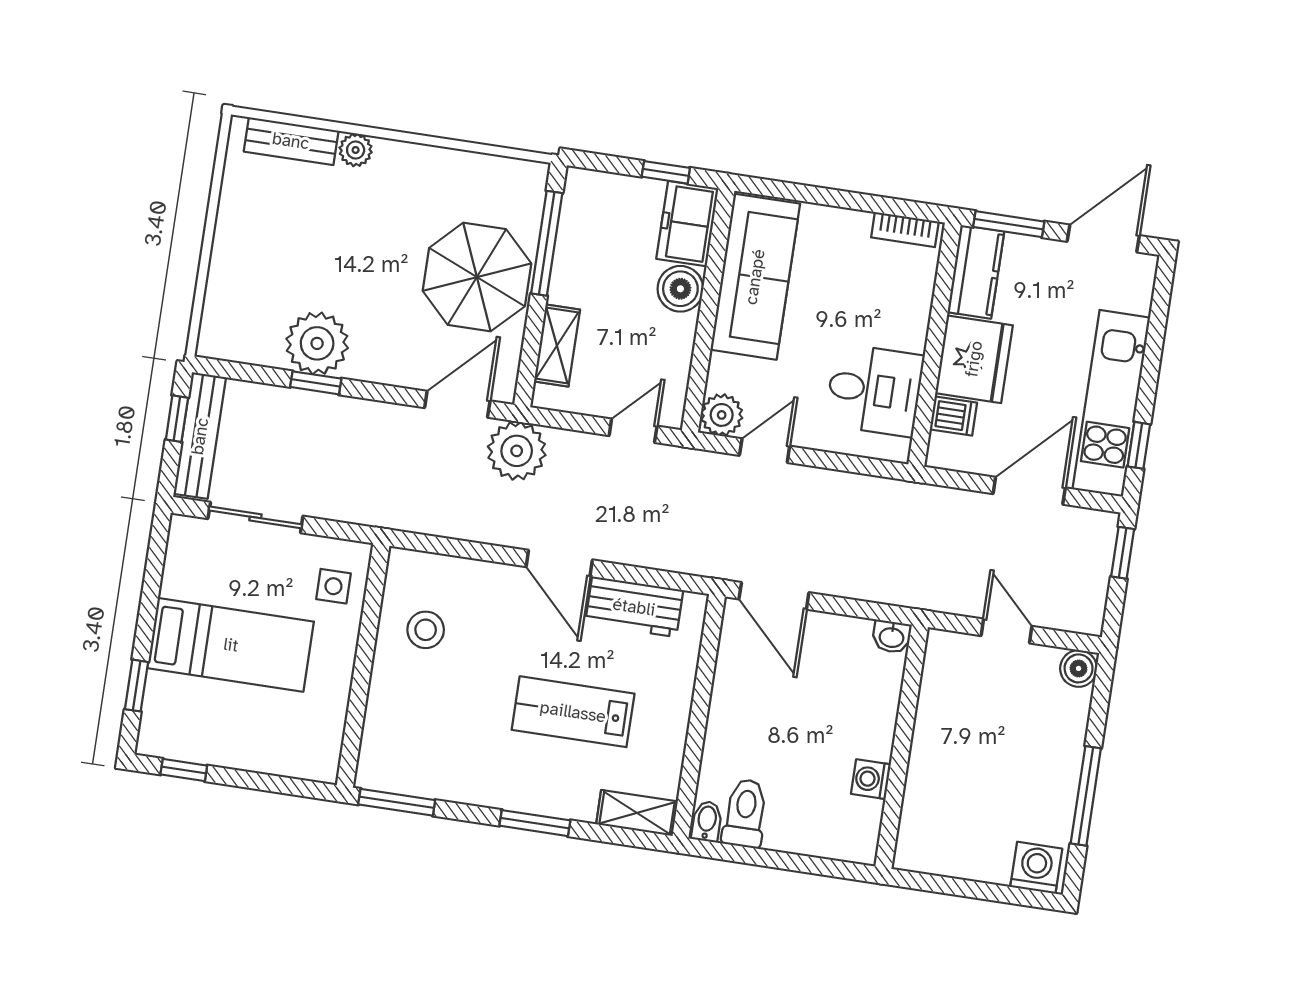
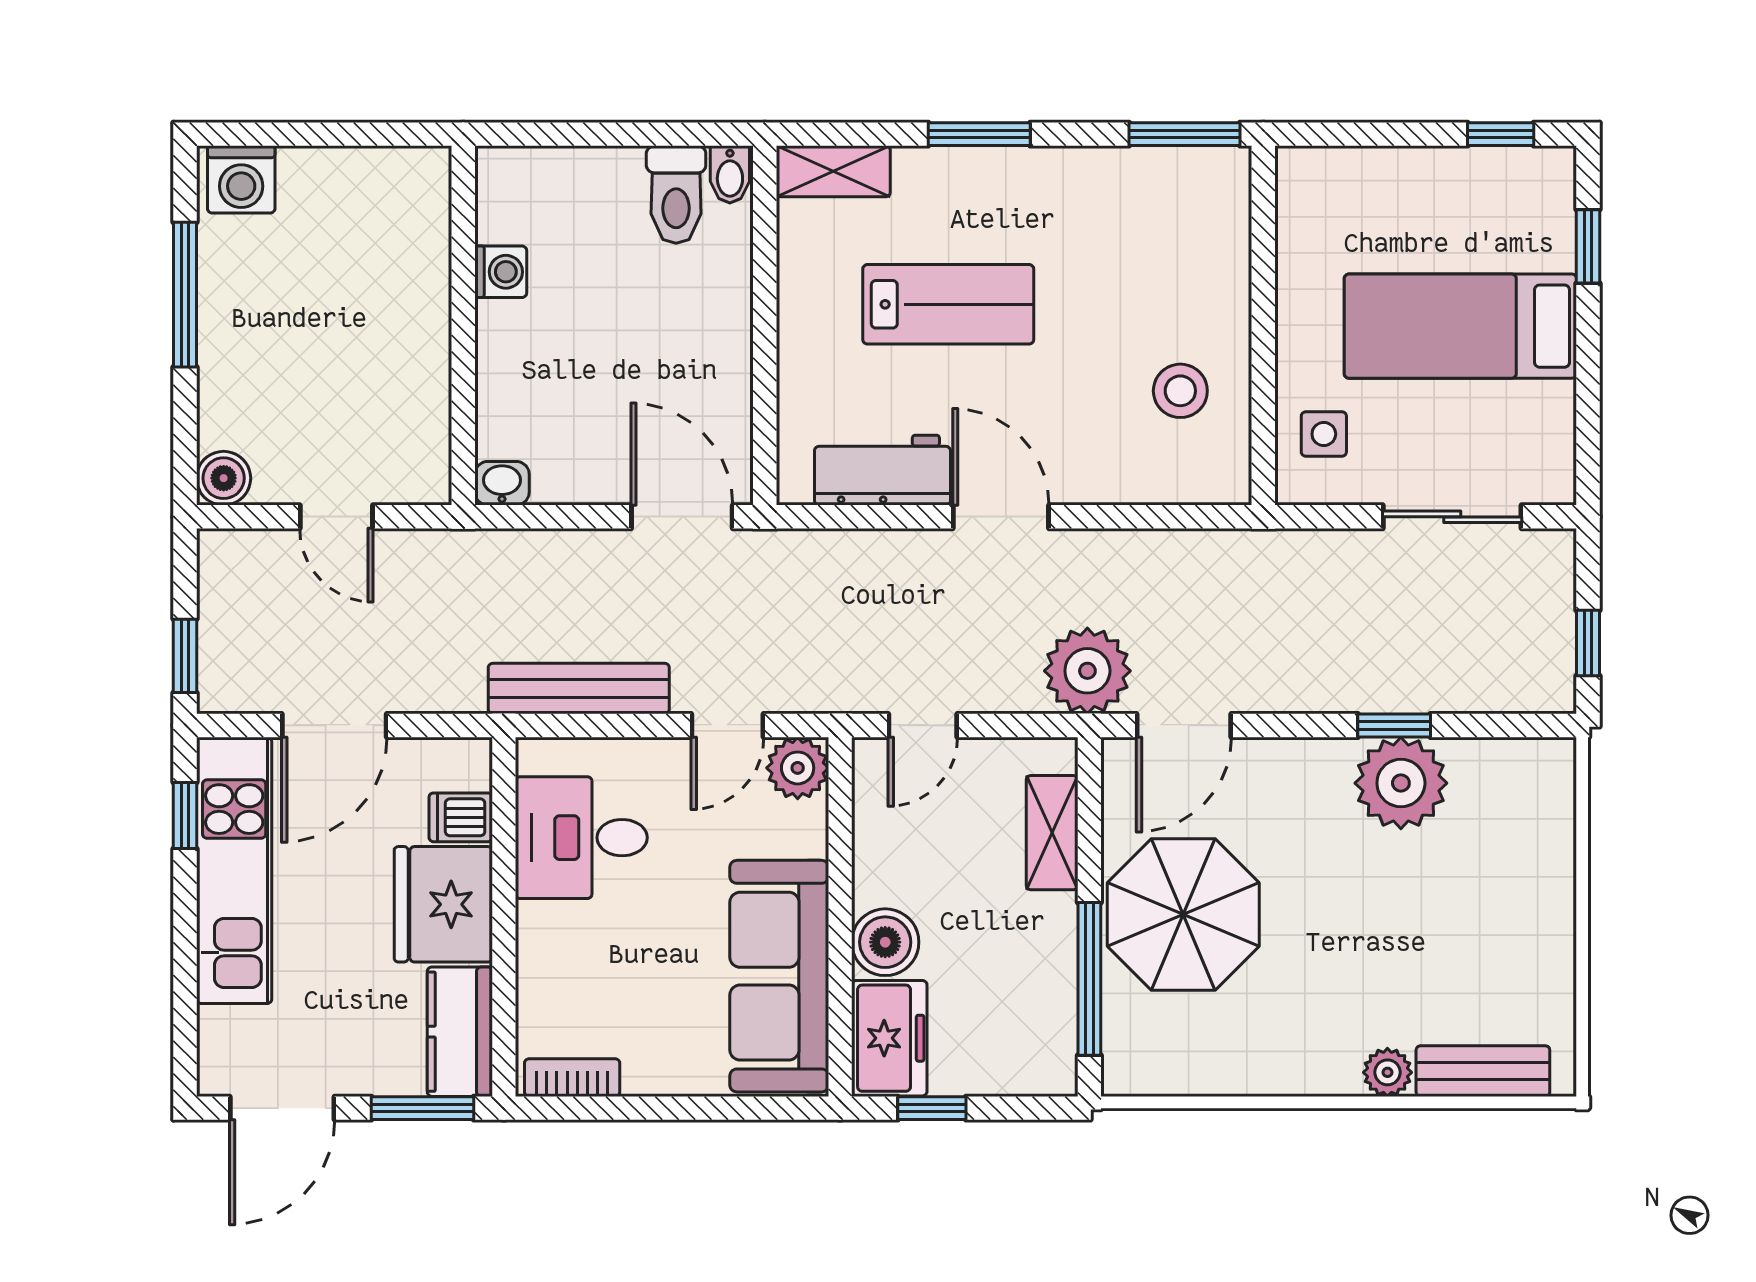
bench: (200, 436) -> (579, 689), moved, turned 90

